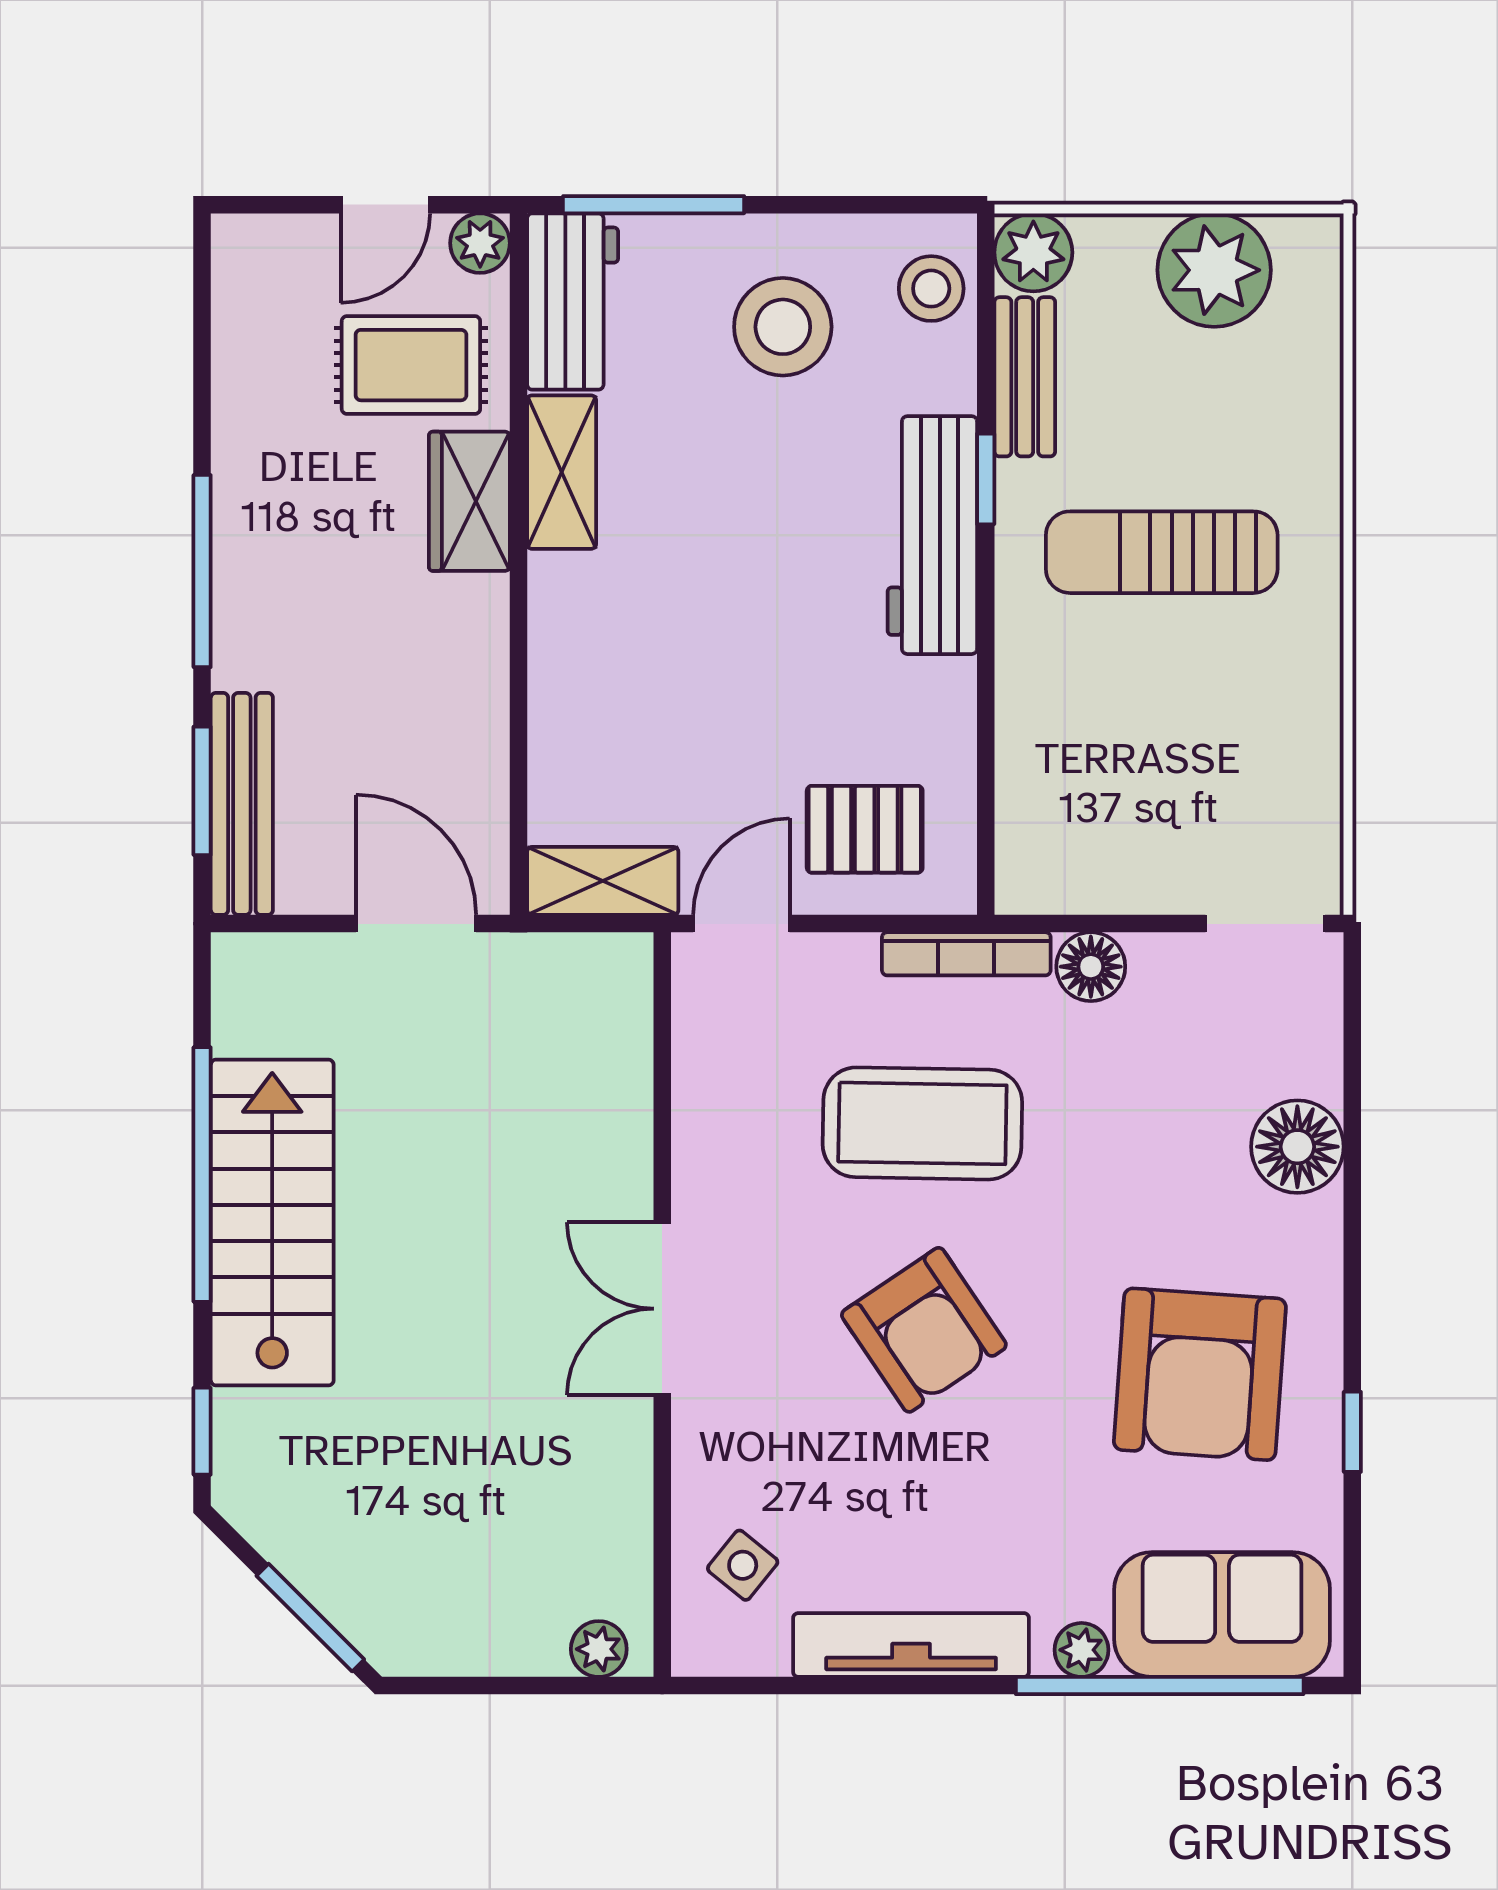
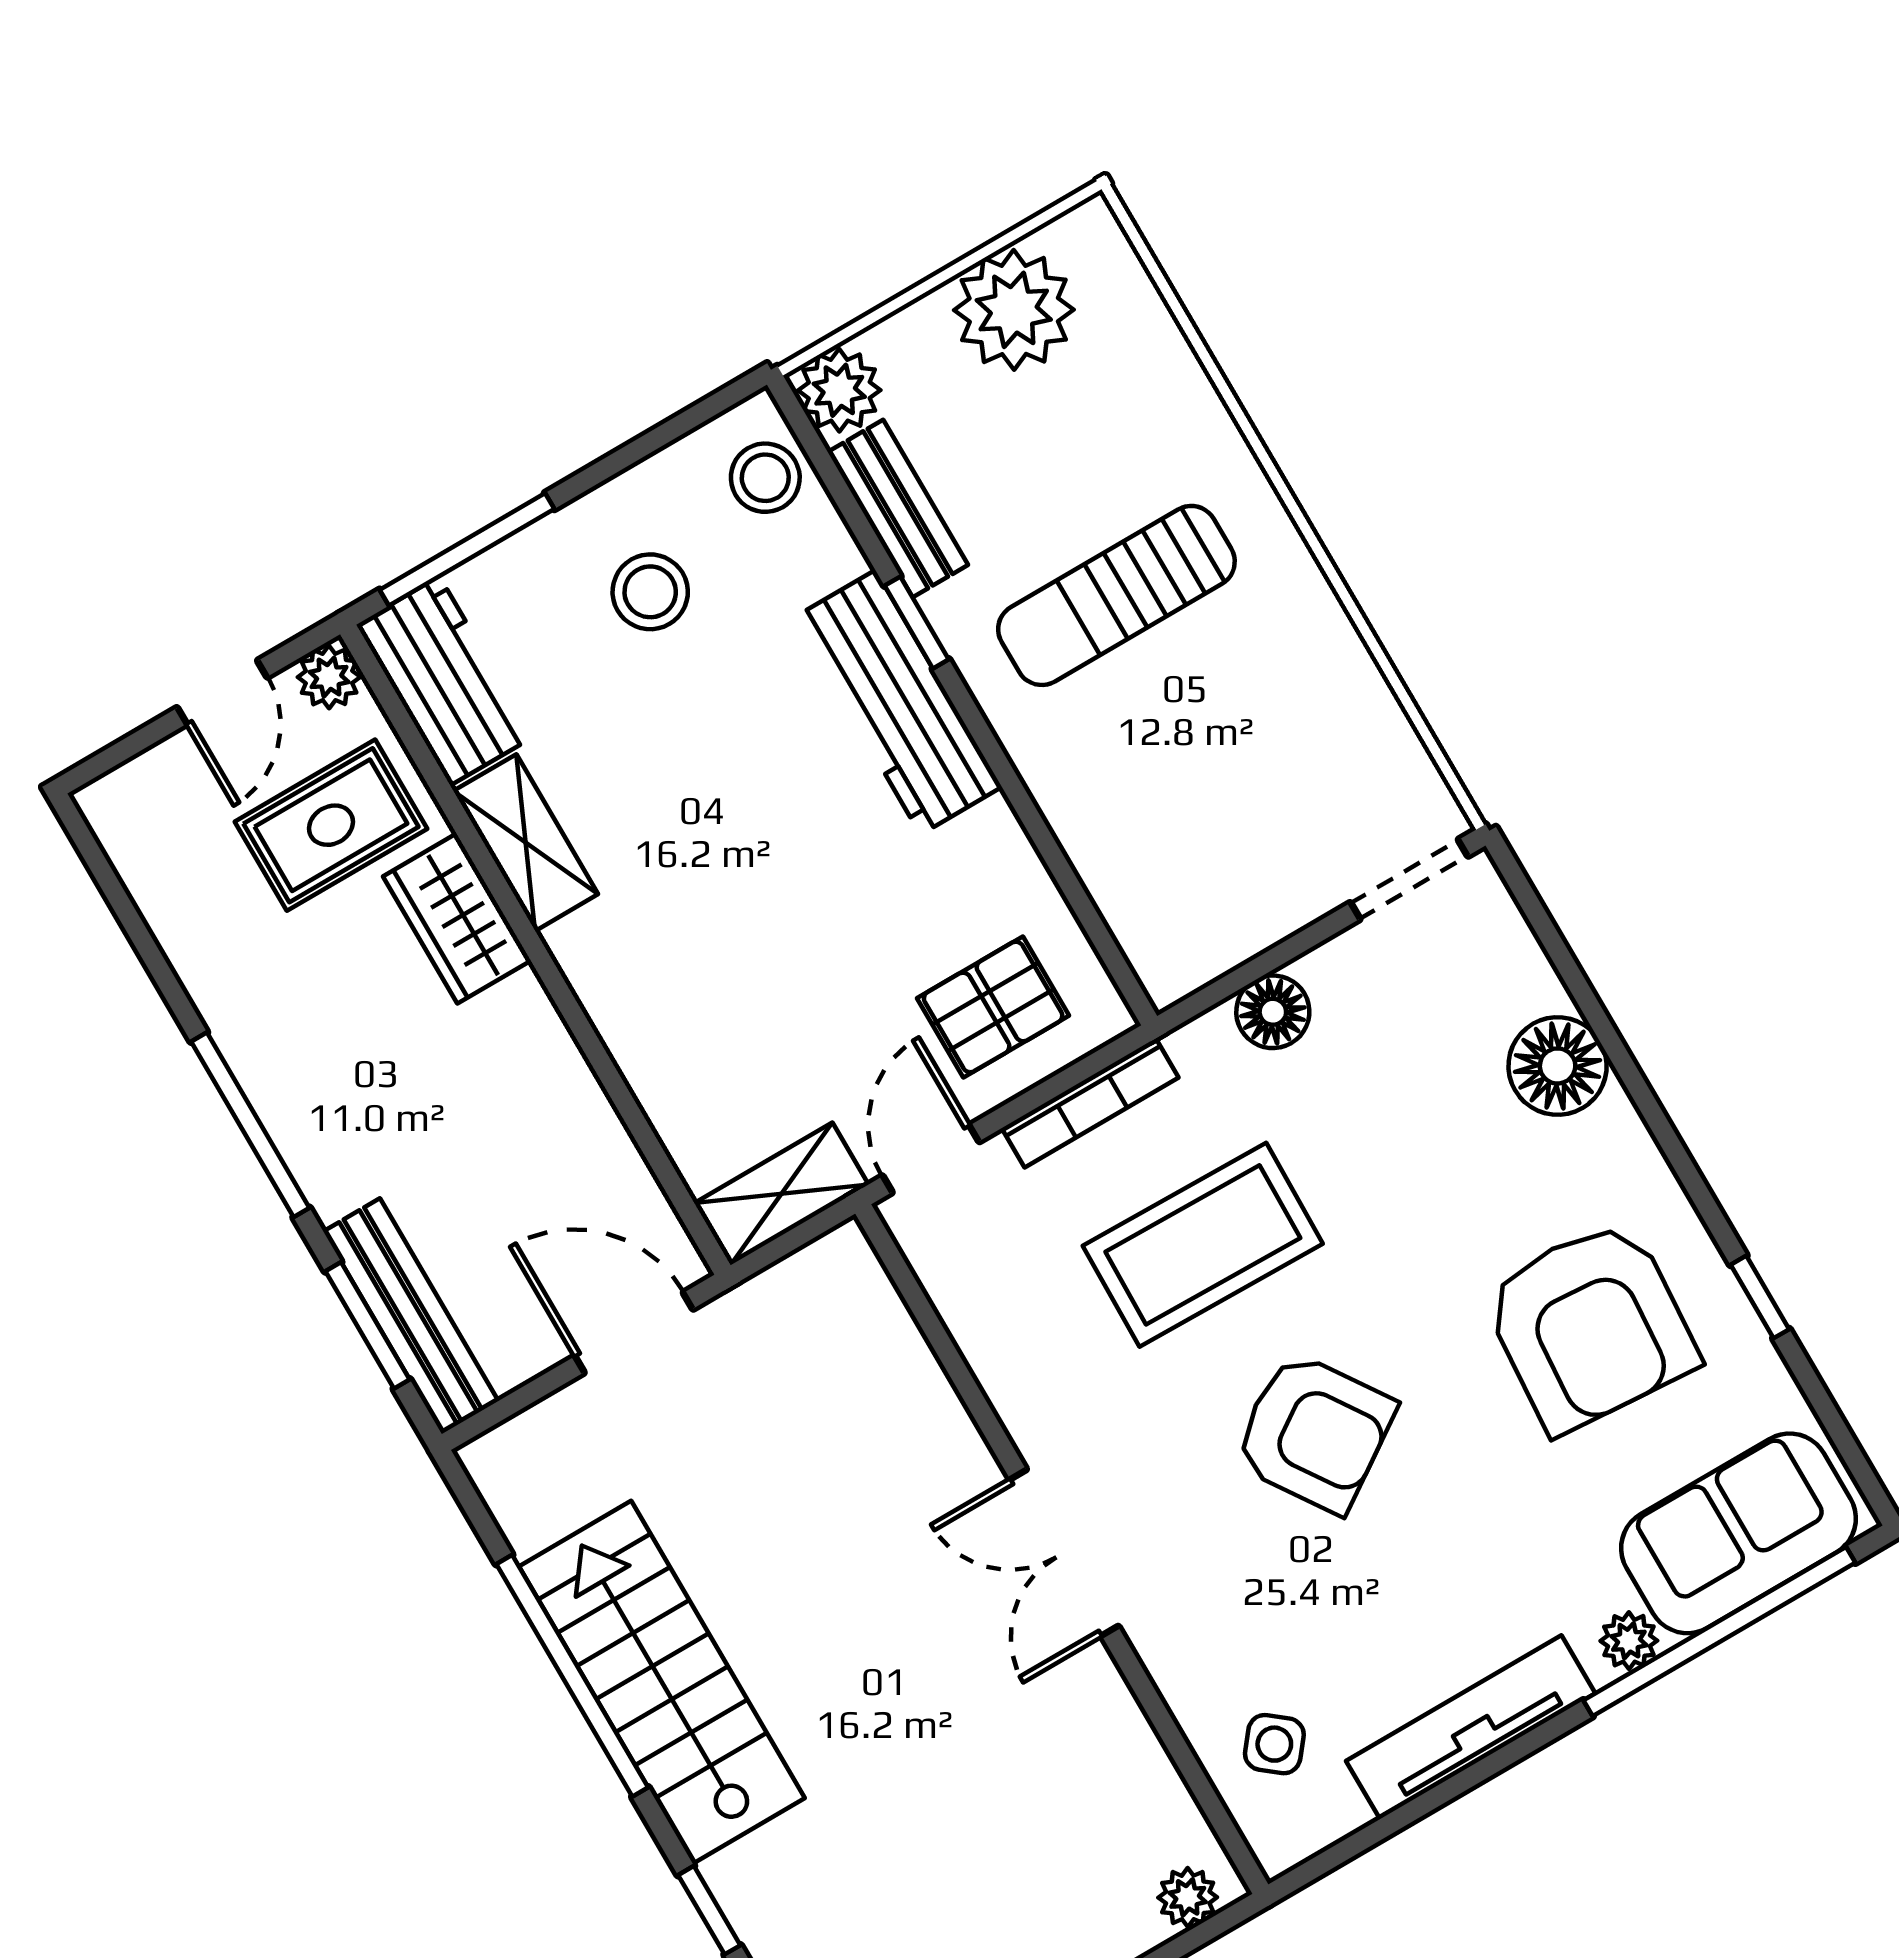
stool: (783, 327) -> (650, 592), width x0.73, depth x0.73
bookcase: (966, 954) -> (1090, 1103), moved

